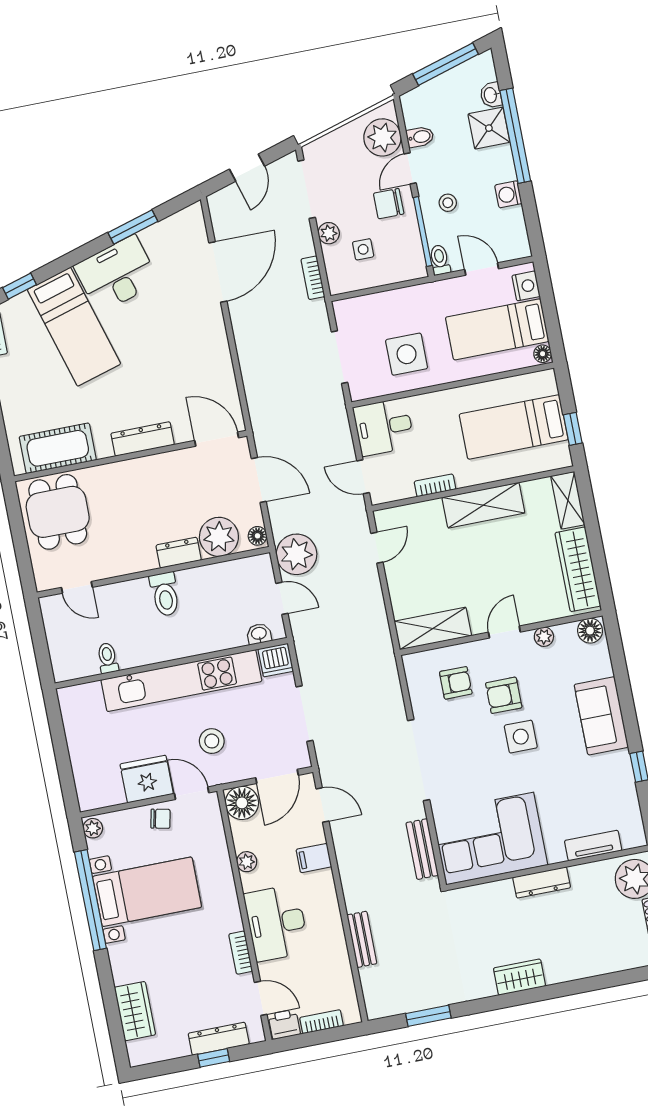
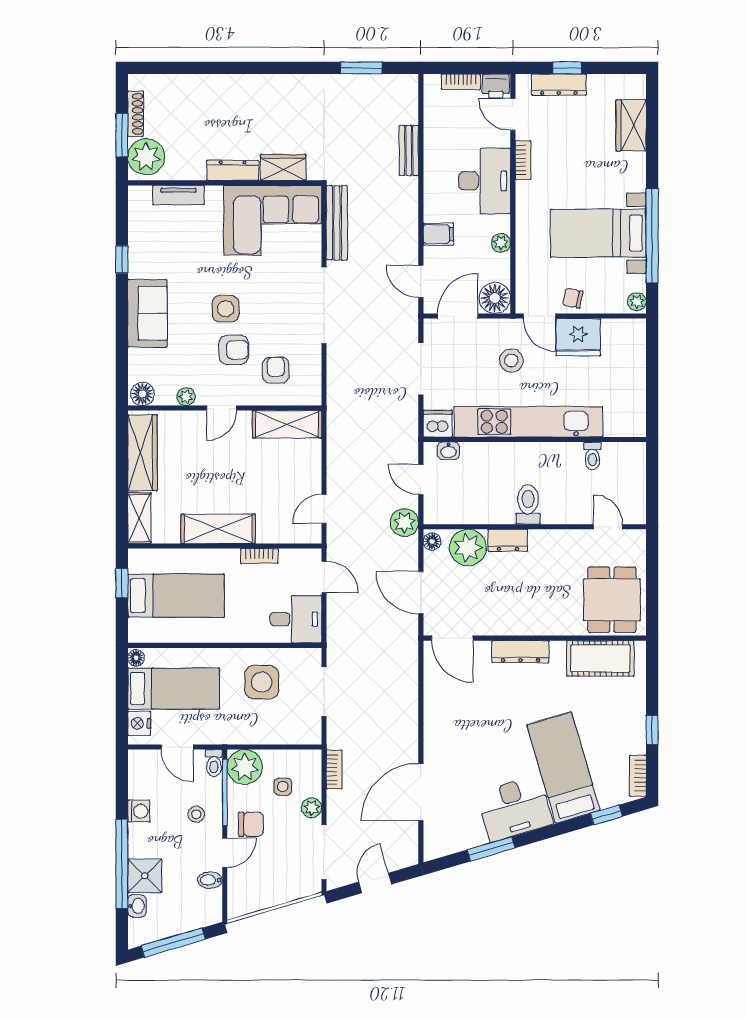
plant: (382, 137) -> (245, 767), moved
plant: (297, 554) -> (404, 522), width x0.73, depth x0.73
armchair: (456, 683) -> (276, 370), turned 90
bench: (422, 849) -> (337, 223), width x1.36
wardrobe: (520, 977) -> (283, 167), moved, turned 180

